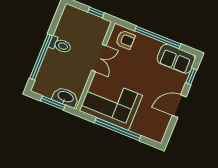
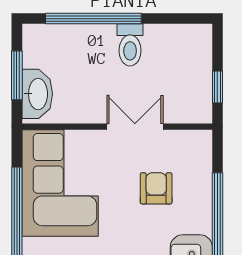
armchair: (125, 40) -> (156, 188), moved, turned 180
double door: (99, 58) -> (135, 127), swing flipped

